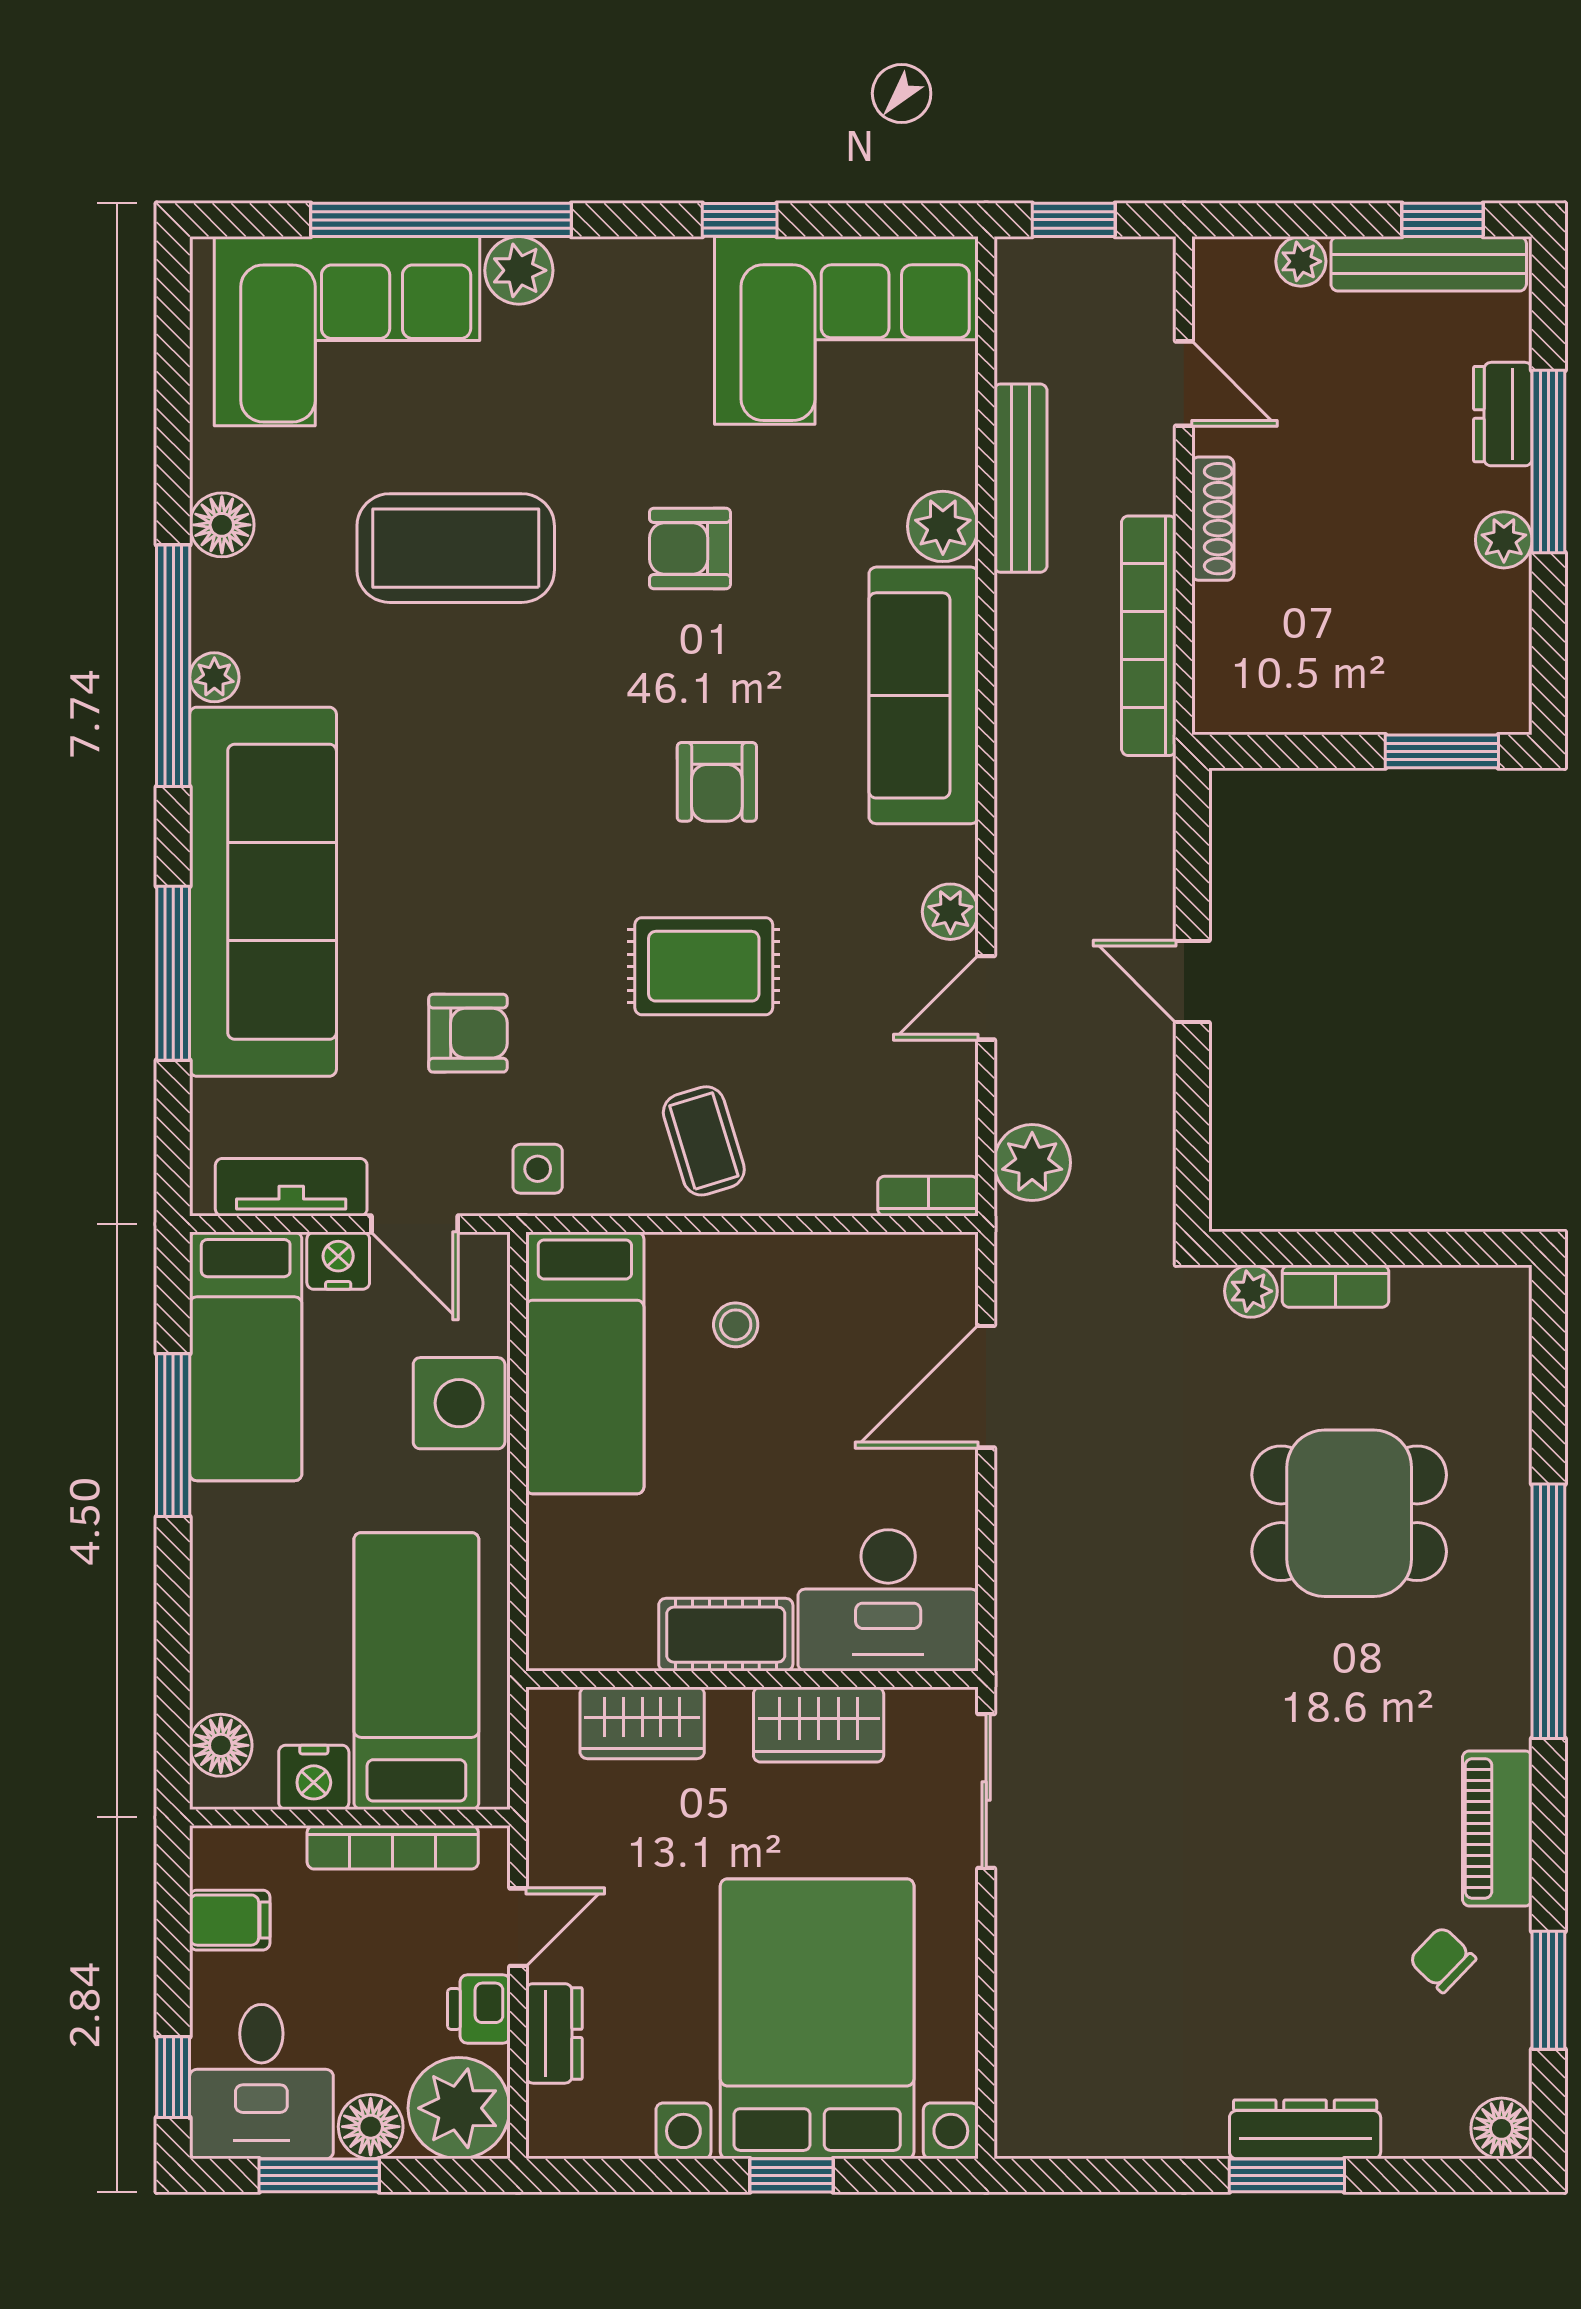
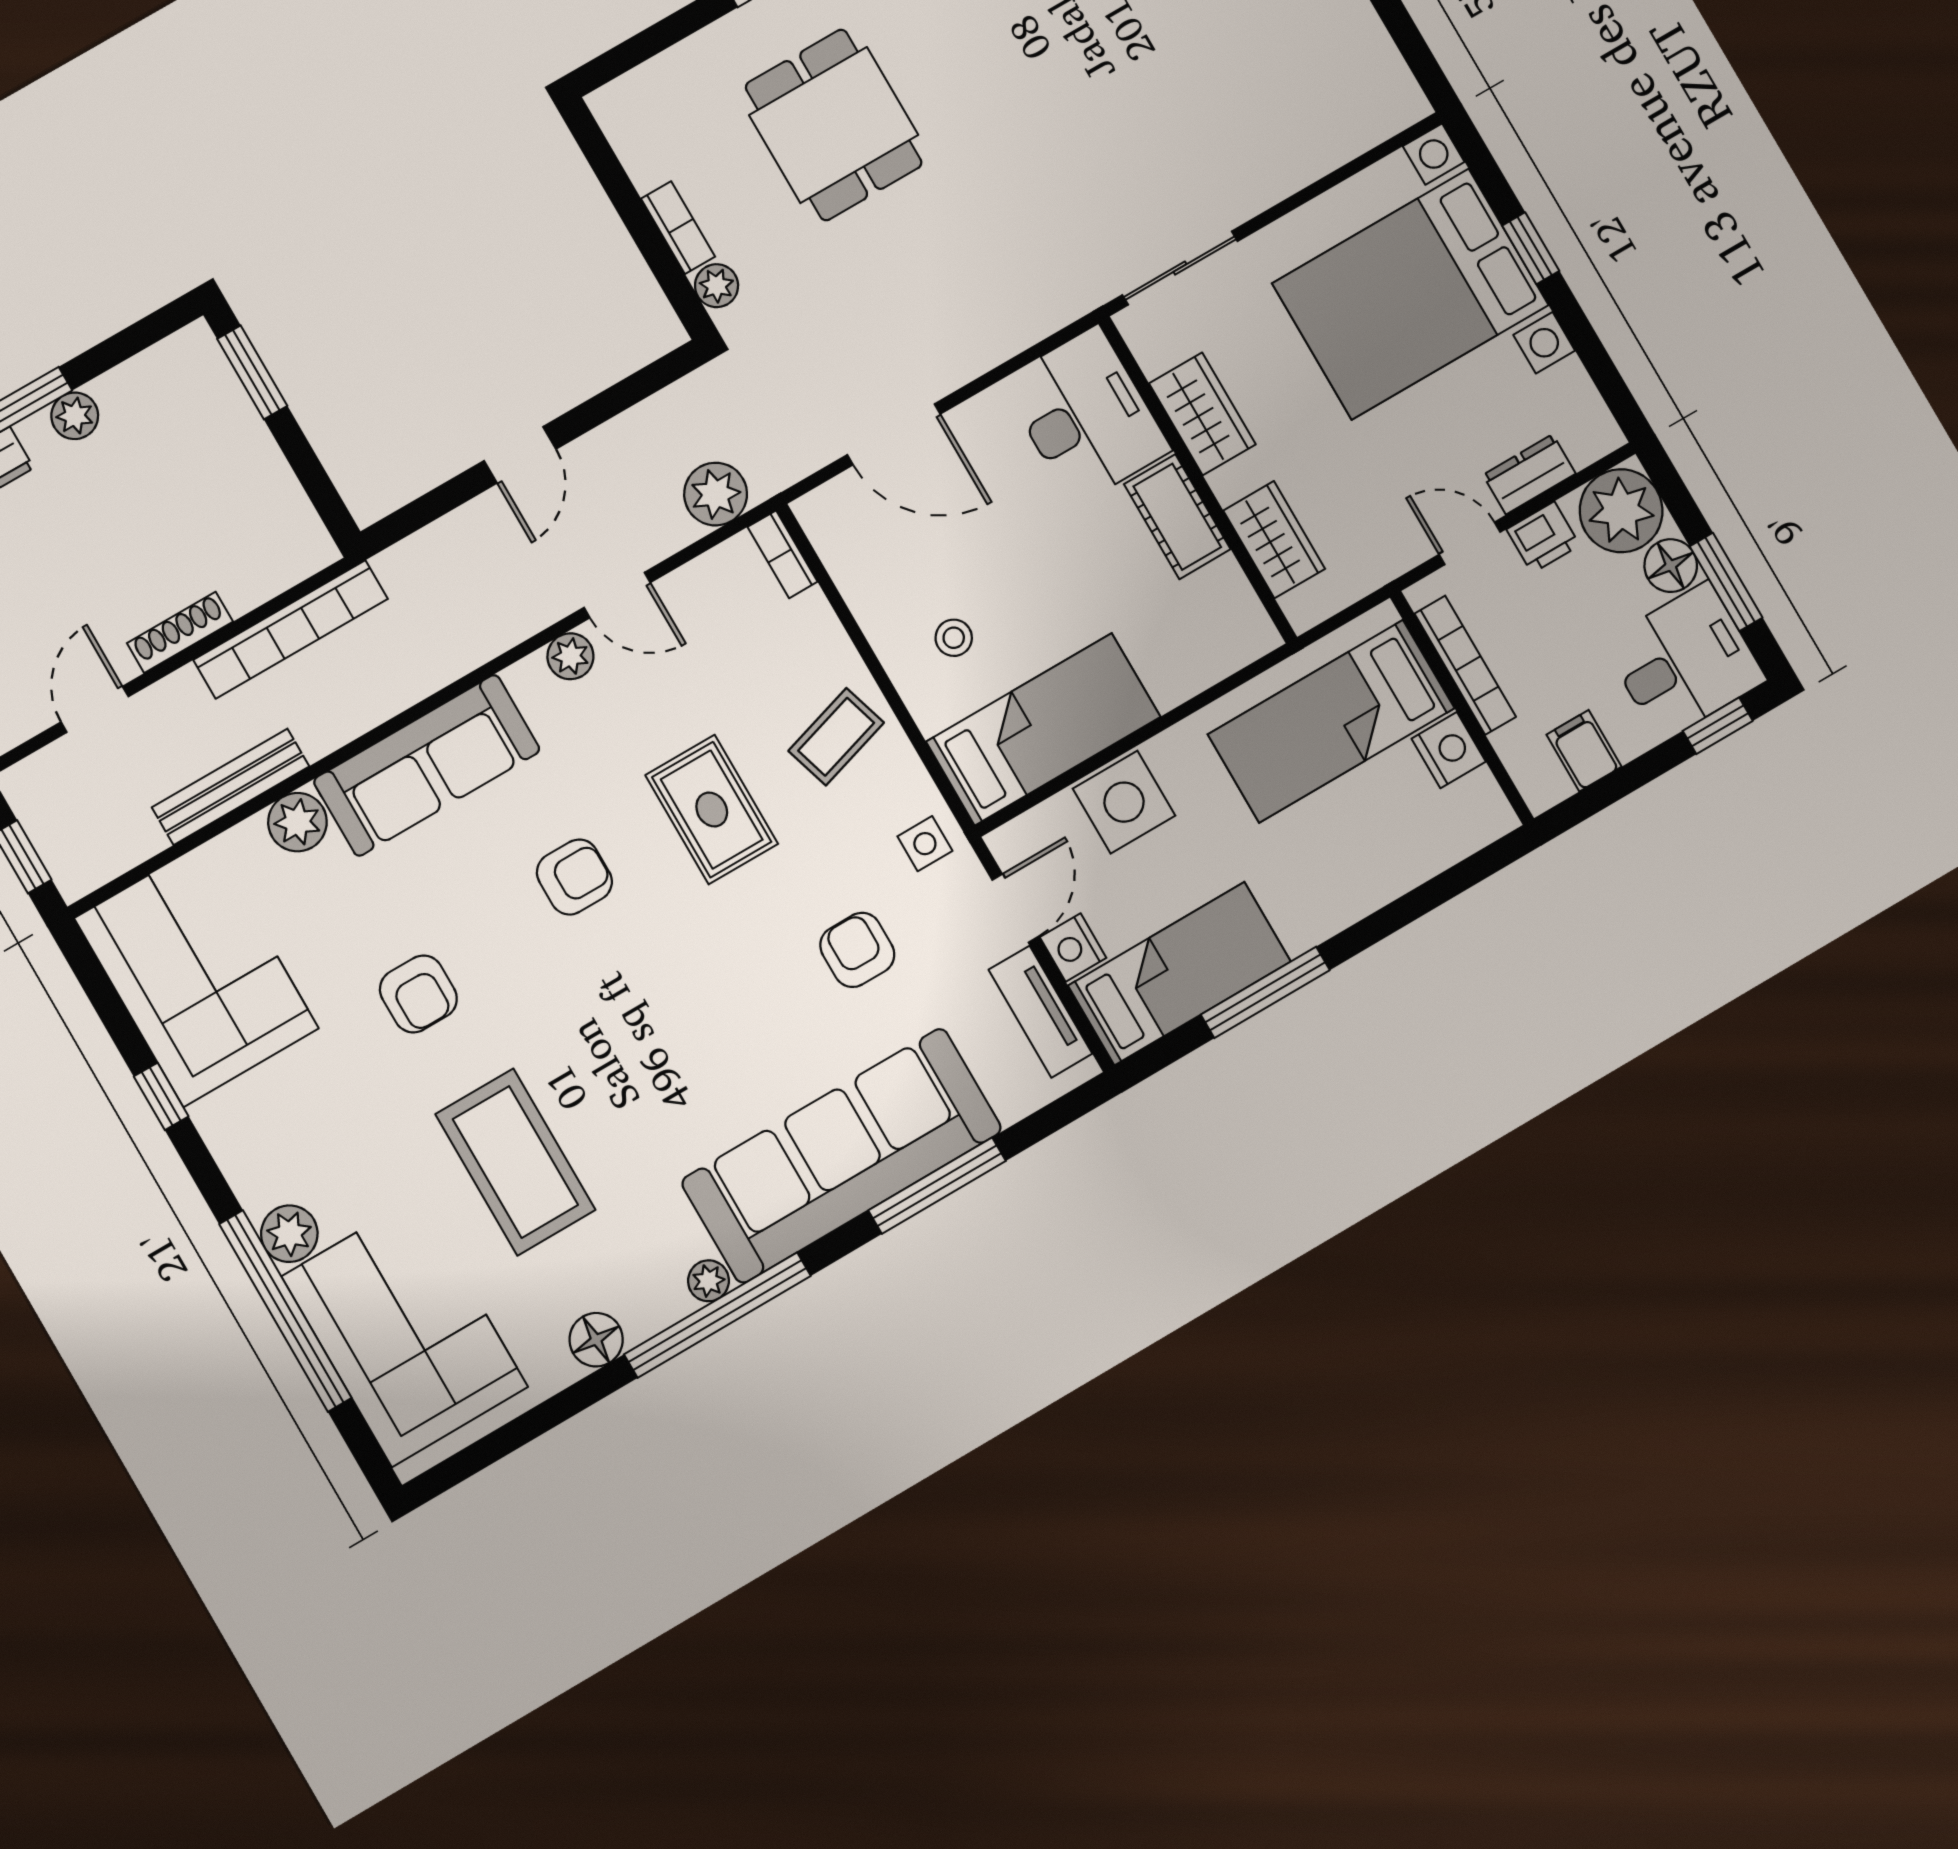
floor lamp: (221, 1745) -> (1465, 829), removed

